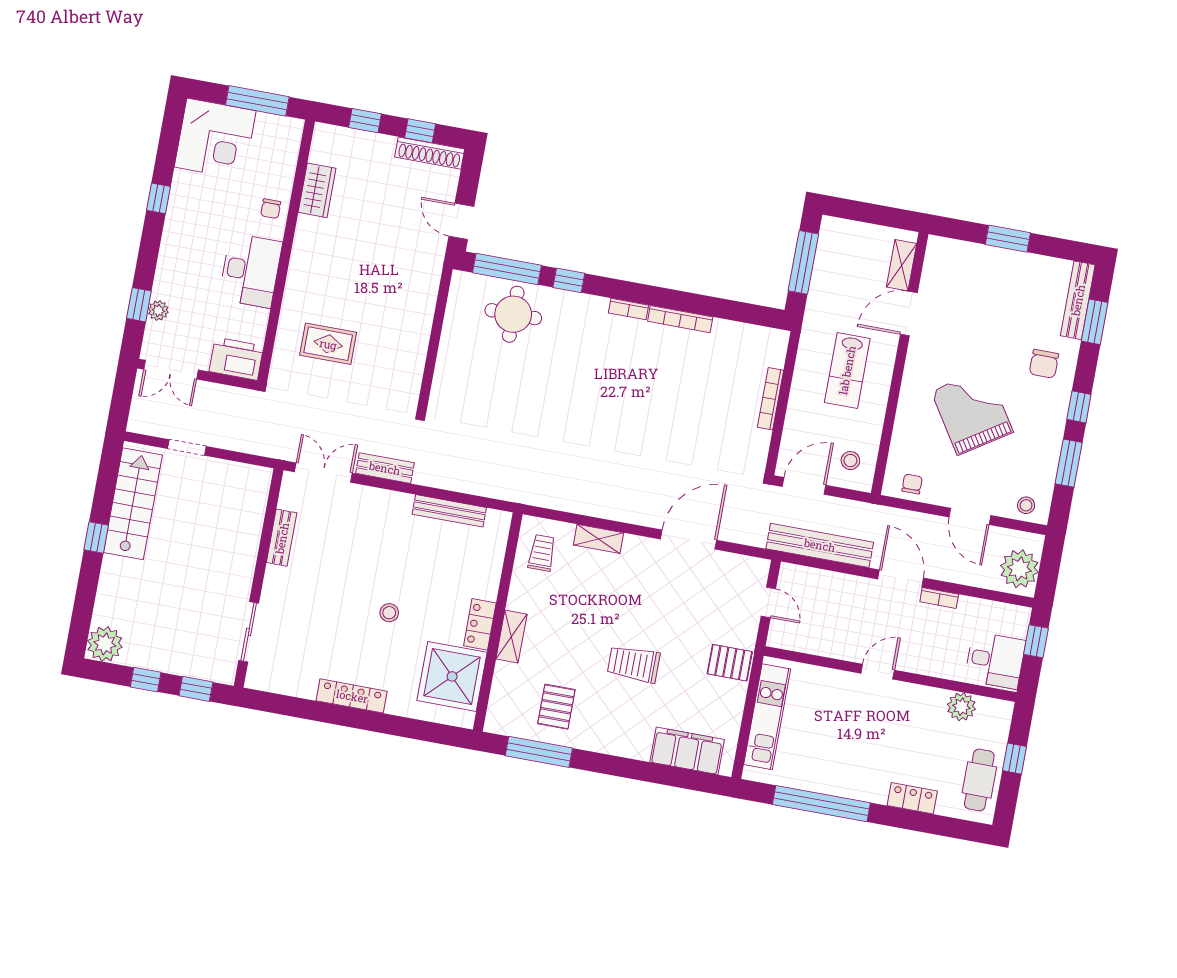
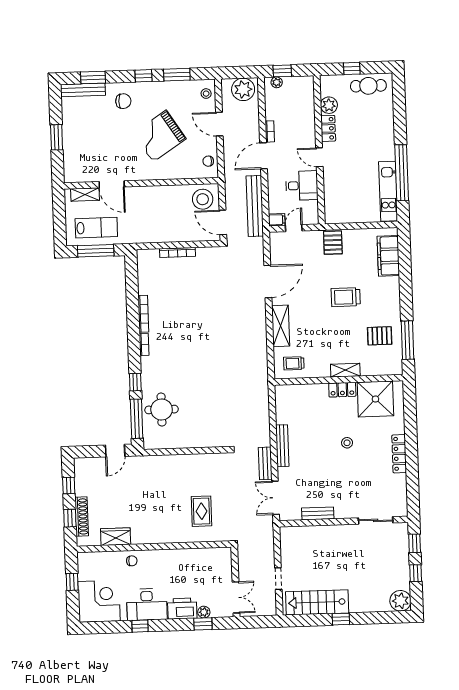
window: (257, 101) -> (72, 582), width x0.46
shoe rack: (430, 153) -> (82, 516), moved
desk: (250, 271) -> (147, 604), moved, turned 180
printer: (236, 359) -> (182, 609), moved, turned 90
lab bench: (847, 370) -> (96, 228), moved
stool: (850, 461) -> (203, 199), width x1.89, depth x1.89
bench: (449, 511) -> (282, 446), moved
door: (970, 516) -> (219, 124), swing flipped
shelving: (599, 539) -> (281, 326), width x1.50, depth x1.33
door: (689, 540) -> (268, 281), swing flipped
filing cabinet: (789, 577) -> (277, 220), added
plant: (1019, 628) -> (277, 82), added
desk: (995, 660) -> (302, 186), moved, turned 90
trolley: (634, 664) -> (346, 297), turned 90
kitchen unit: (767, 717) -> (388, 191), moved, turned -90
locker: (912, 798) -> (328, 128), moved, turned 180

